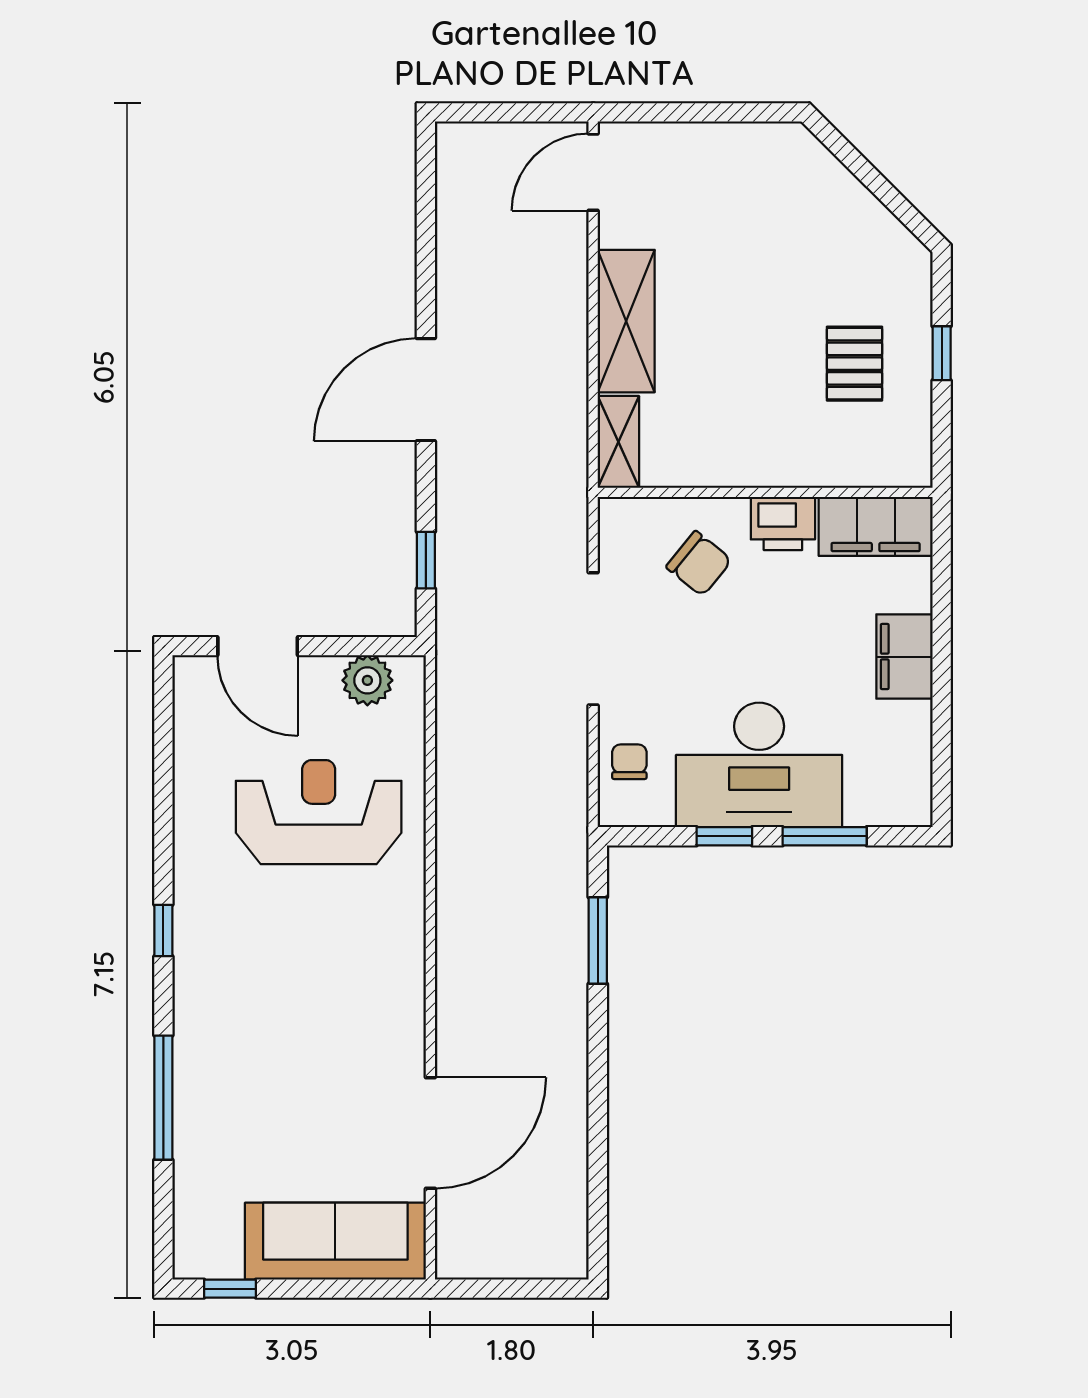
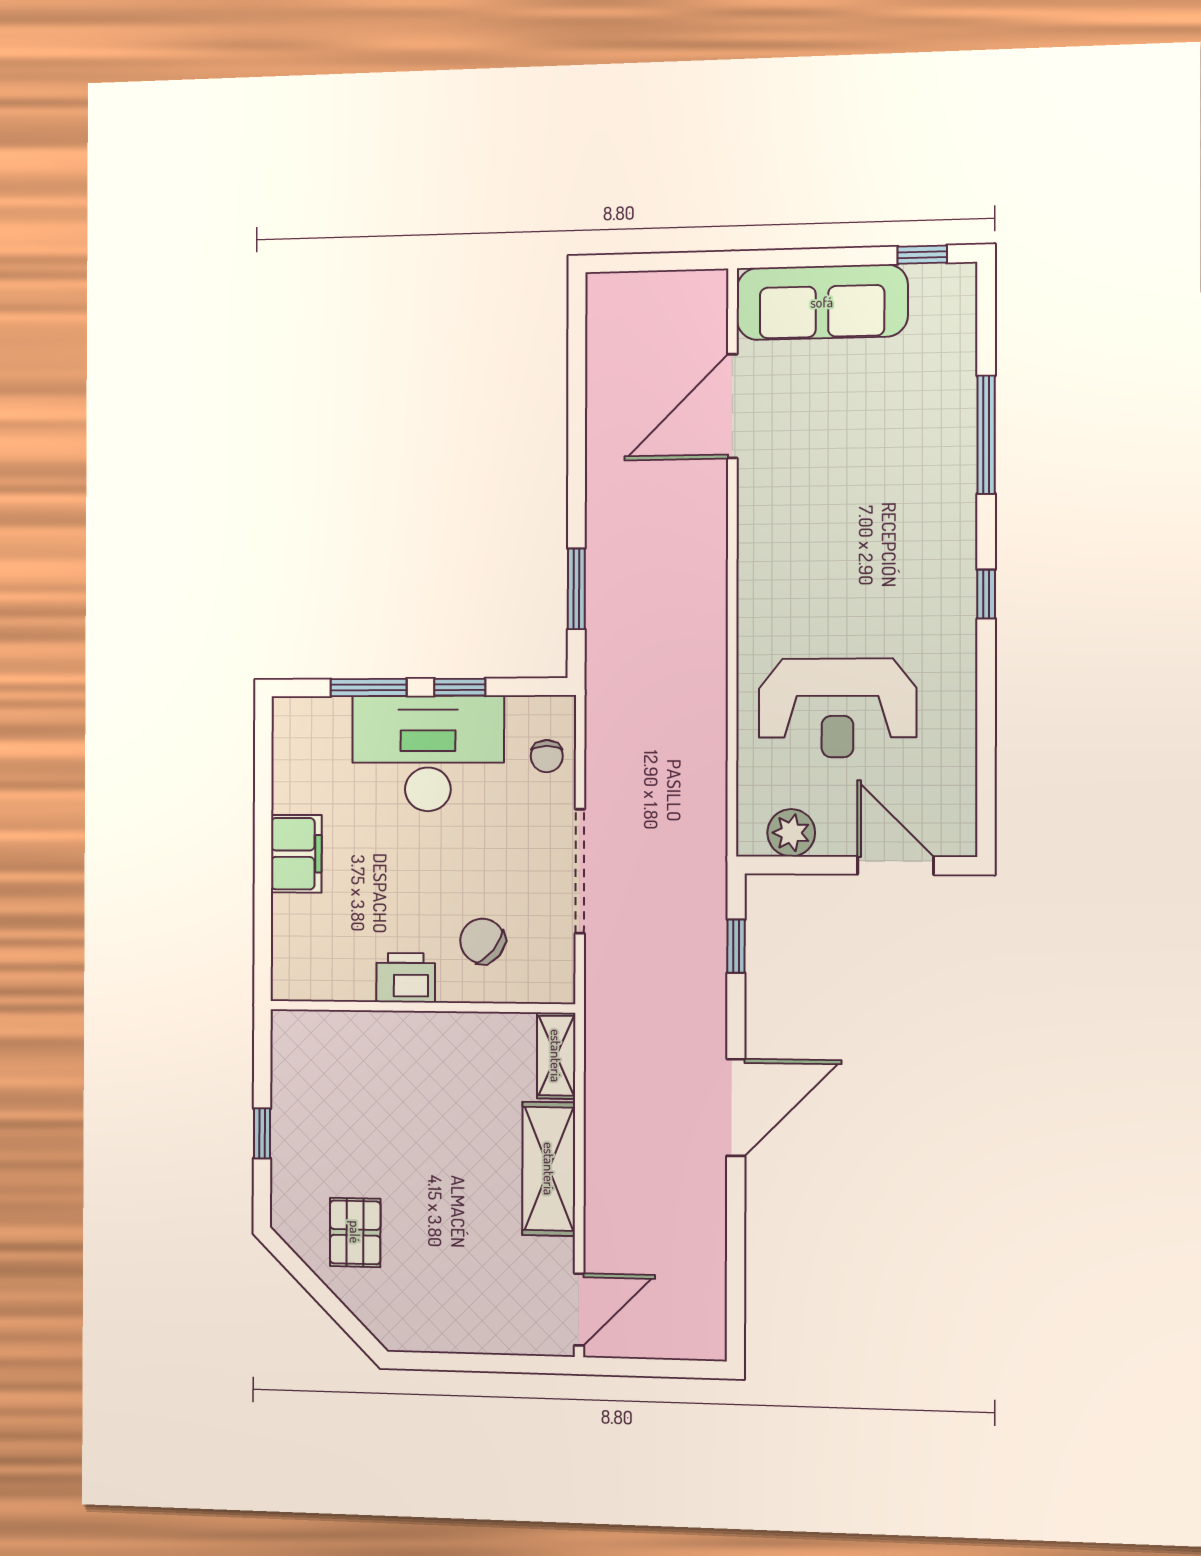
pallet: (855, 364) -> (355, 1232), moved
filing cabinet: (876, 526) -> (322, 974), removed

